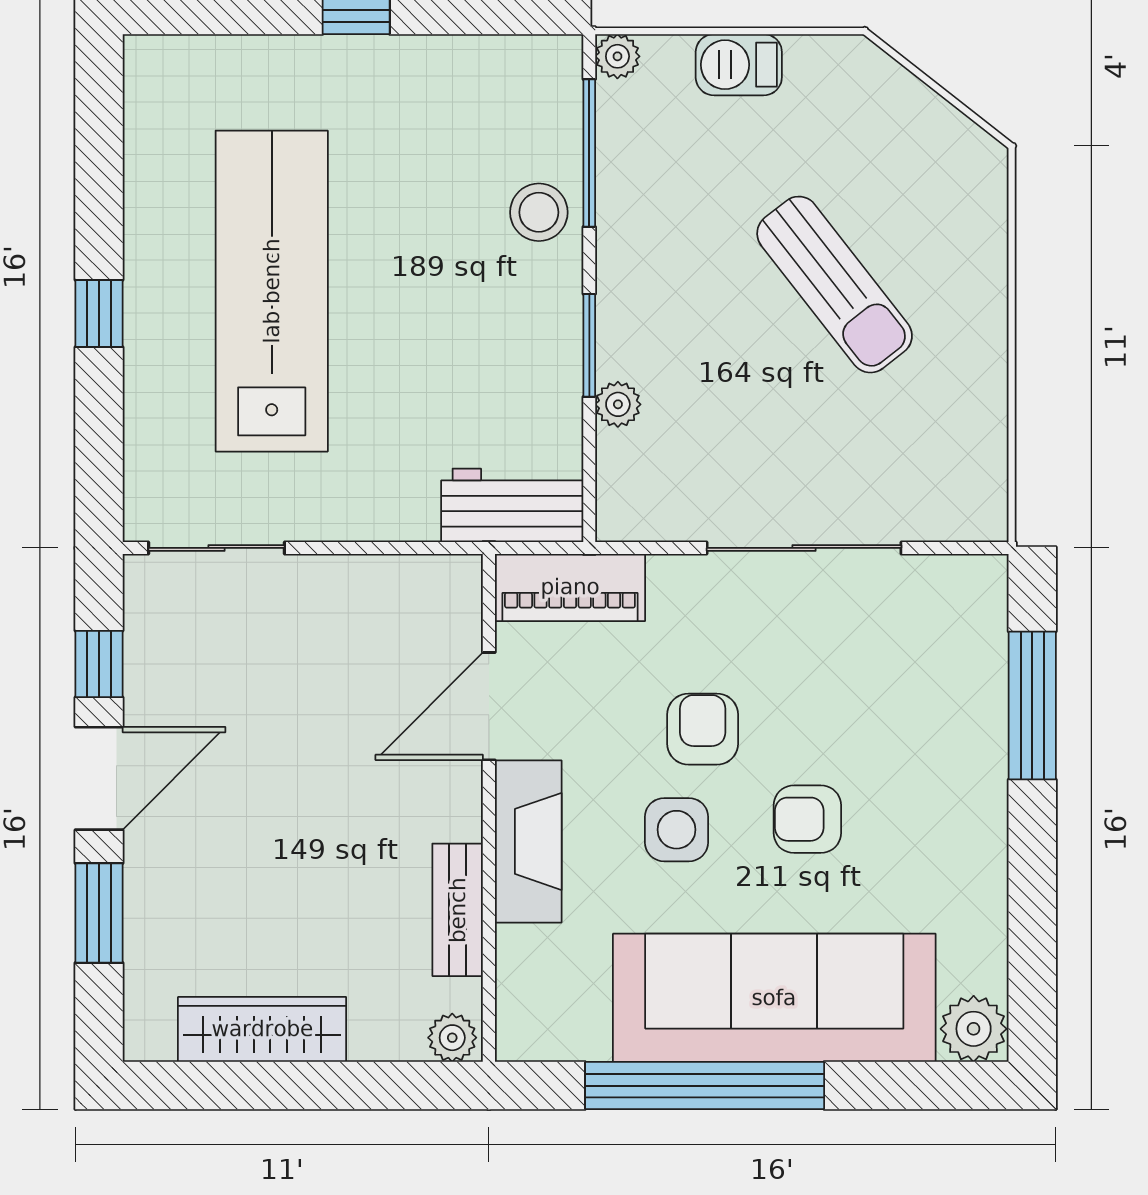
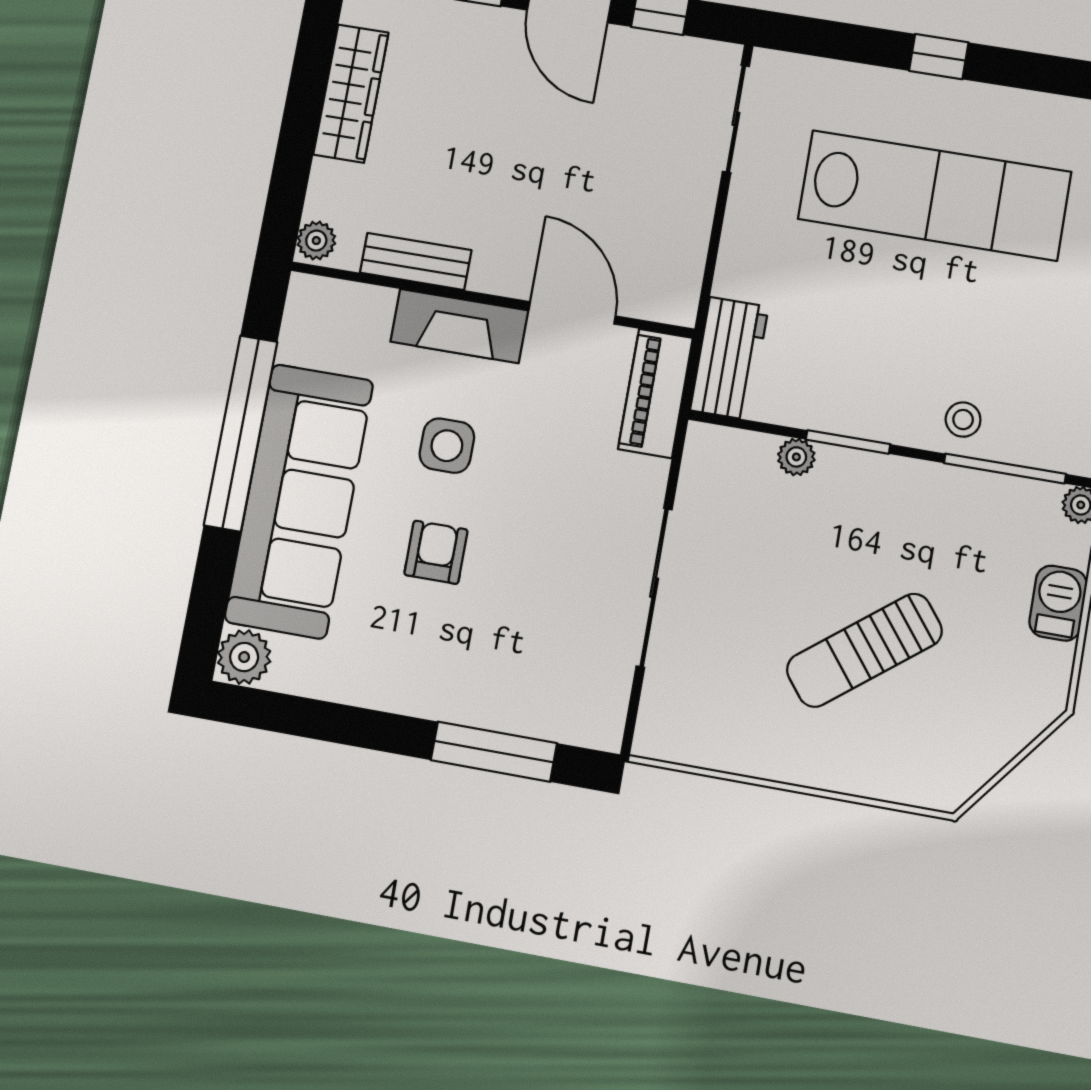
stool: (539, 212) -> (963, 420), width x0.73, depth x0.73
armchair: (703, 729) -> (523, 480), removed

